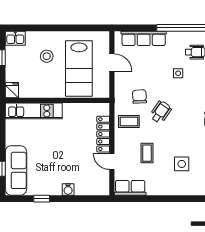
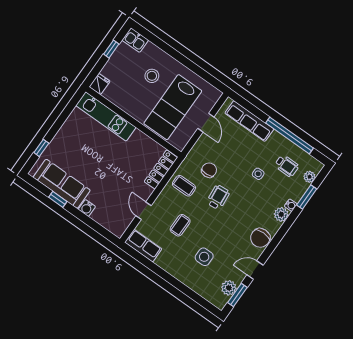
wheelchair: (161, 112) -> (218, 197), turned -40
locker: (103, 134) -> (161, 170), moved
sofa: (16, 170) -> (62, 184), moved, turned -90

